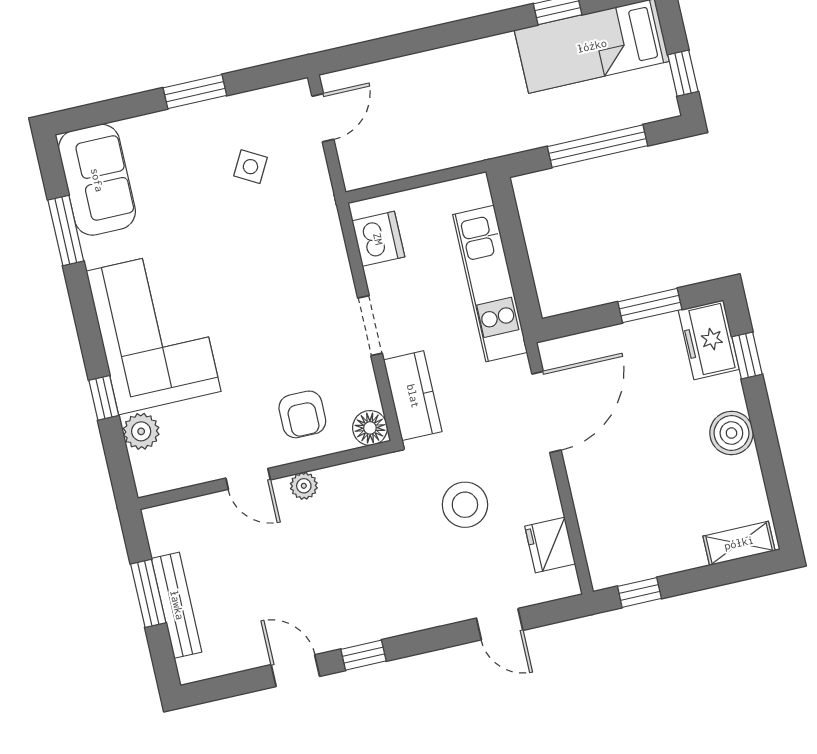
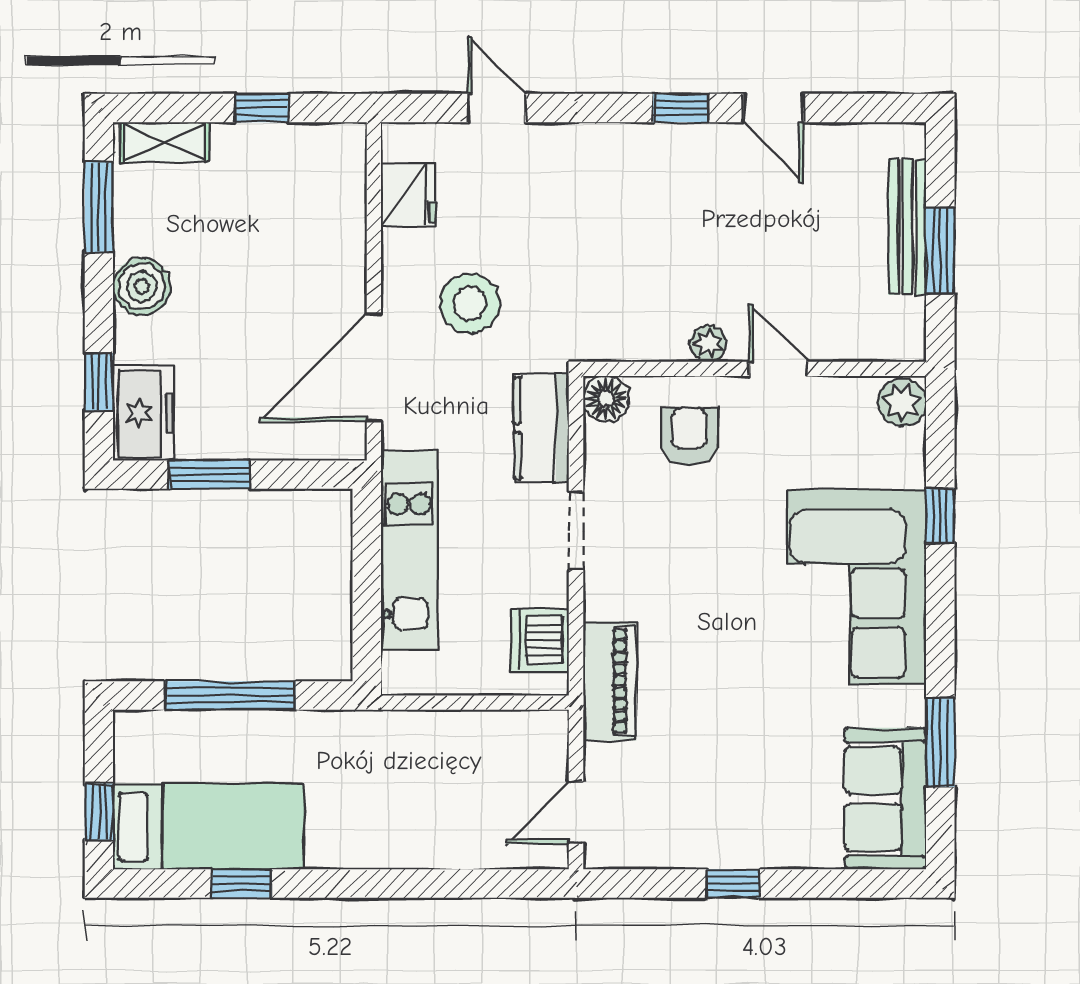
window: (683, 73) -> (99, 812), moved
window: (195, 92) -> (733, 884), width x0.67
side table: (250, 167) -> (684, 771), removed
piano: (320, 220) -> (610, 681), added
plant: (141, 431) -> (902, 402), moved
window: (776, 484) -> (99, 207), added
stool: (465, 505) -> (470, 303), moved
window: (639, 592) -> (262, 108), moved

